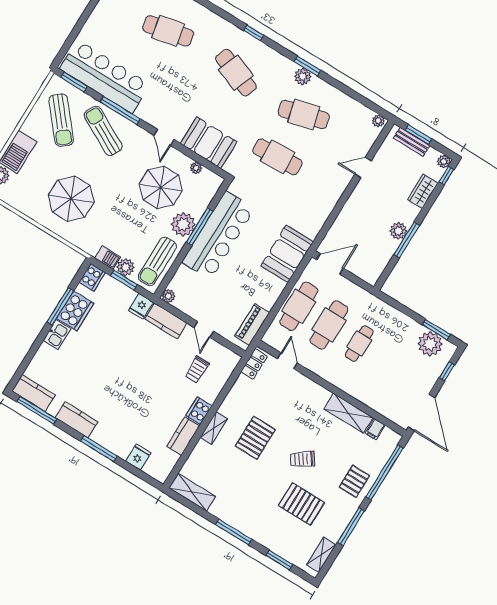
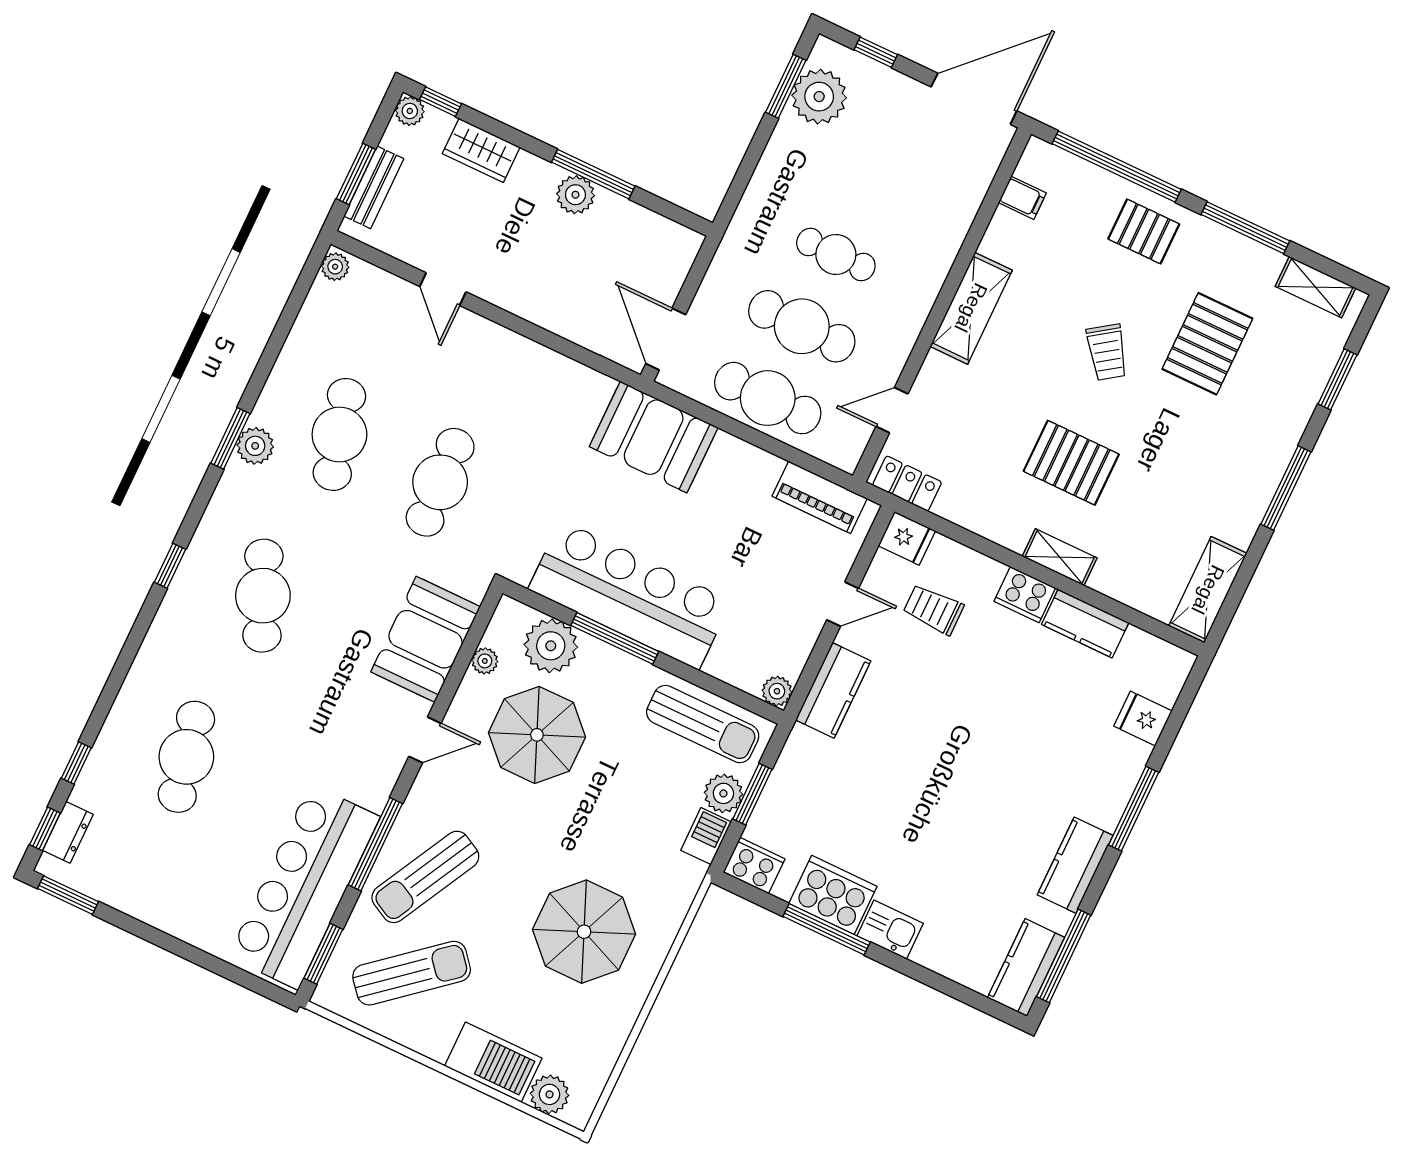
cafe table: (236, 73) -> (263, 596), turned -45
plant: (183, 224) -> (551, 646), moved
fridge: (141, 306) -> (907, 538), moved
trolley: (197, 369) -> (933, 609), turned 180
shelving: (348, 413) -> (971, 308), moved

